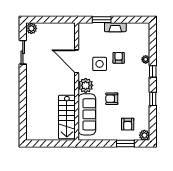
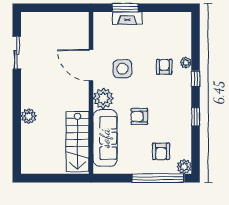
fireplace: (115, 27) -> (127, 18), moved
plant: (31, 28) -> (29, 116), moved
armchair: (119, 58) -> (164, 67), moved
window: (125, 144) -> (158, 178), width x2.11

